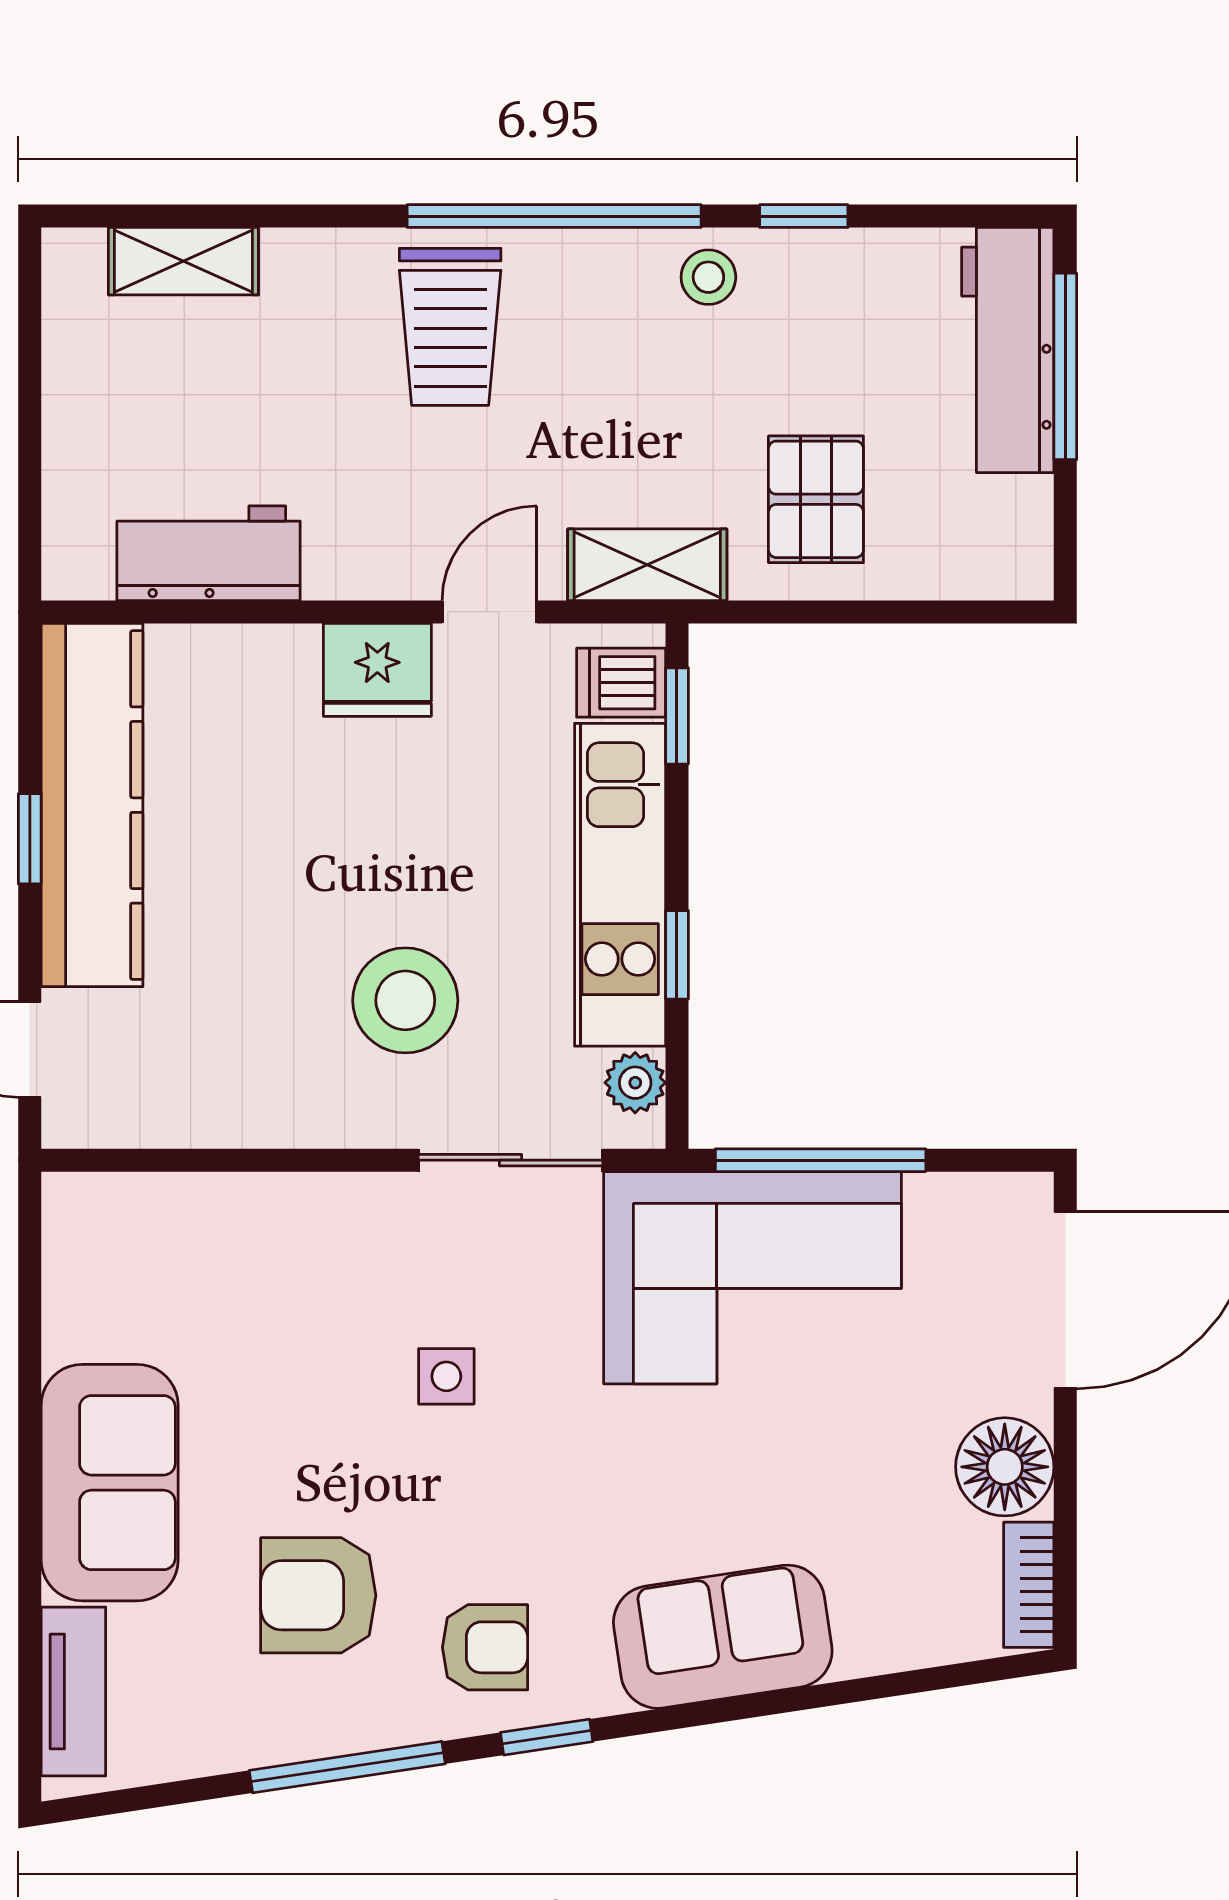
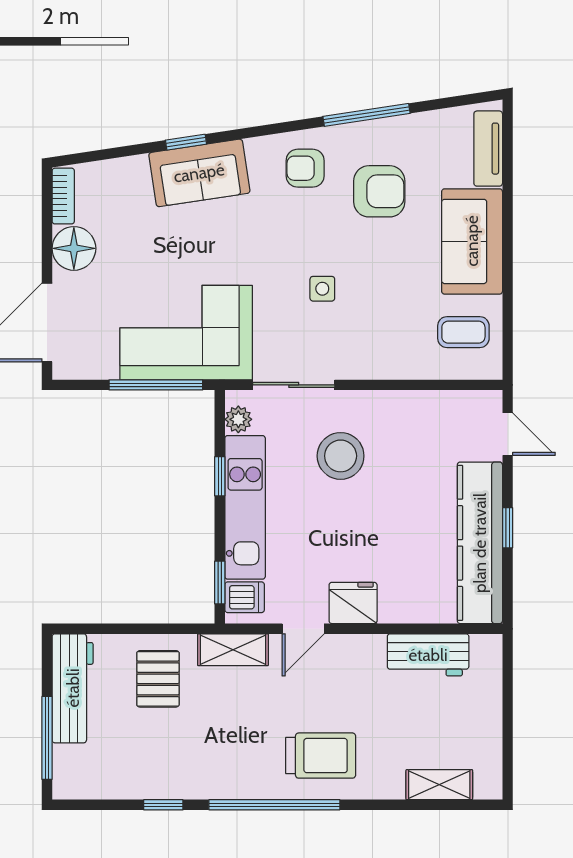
stool: (708, 277) -> (206, 778), removed
trolley: (450, 327) -> (321, 756), turned 90
workbench: (1008, 350) -> (73, 688), moved
coffee table: (129, 1279) -> (463, 332), added
window: (547, 1737) -> (186, 142), moved

